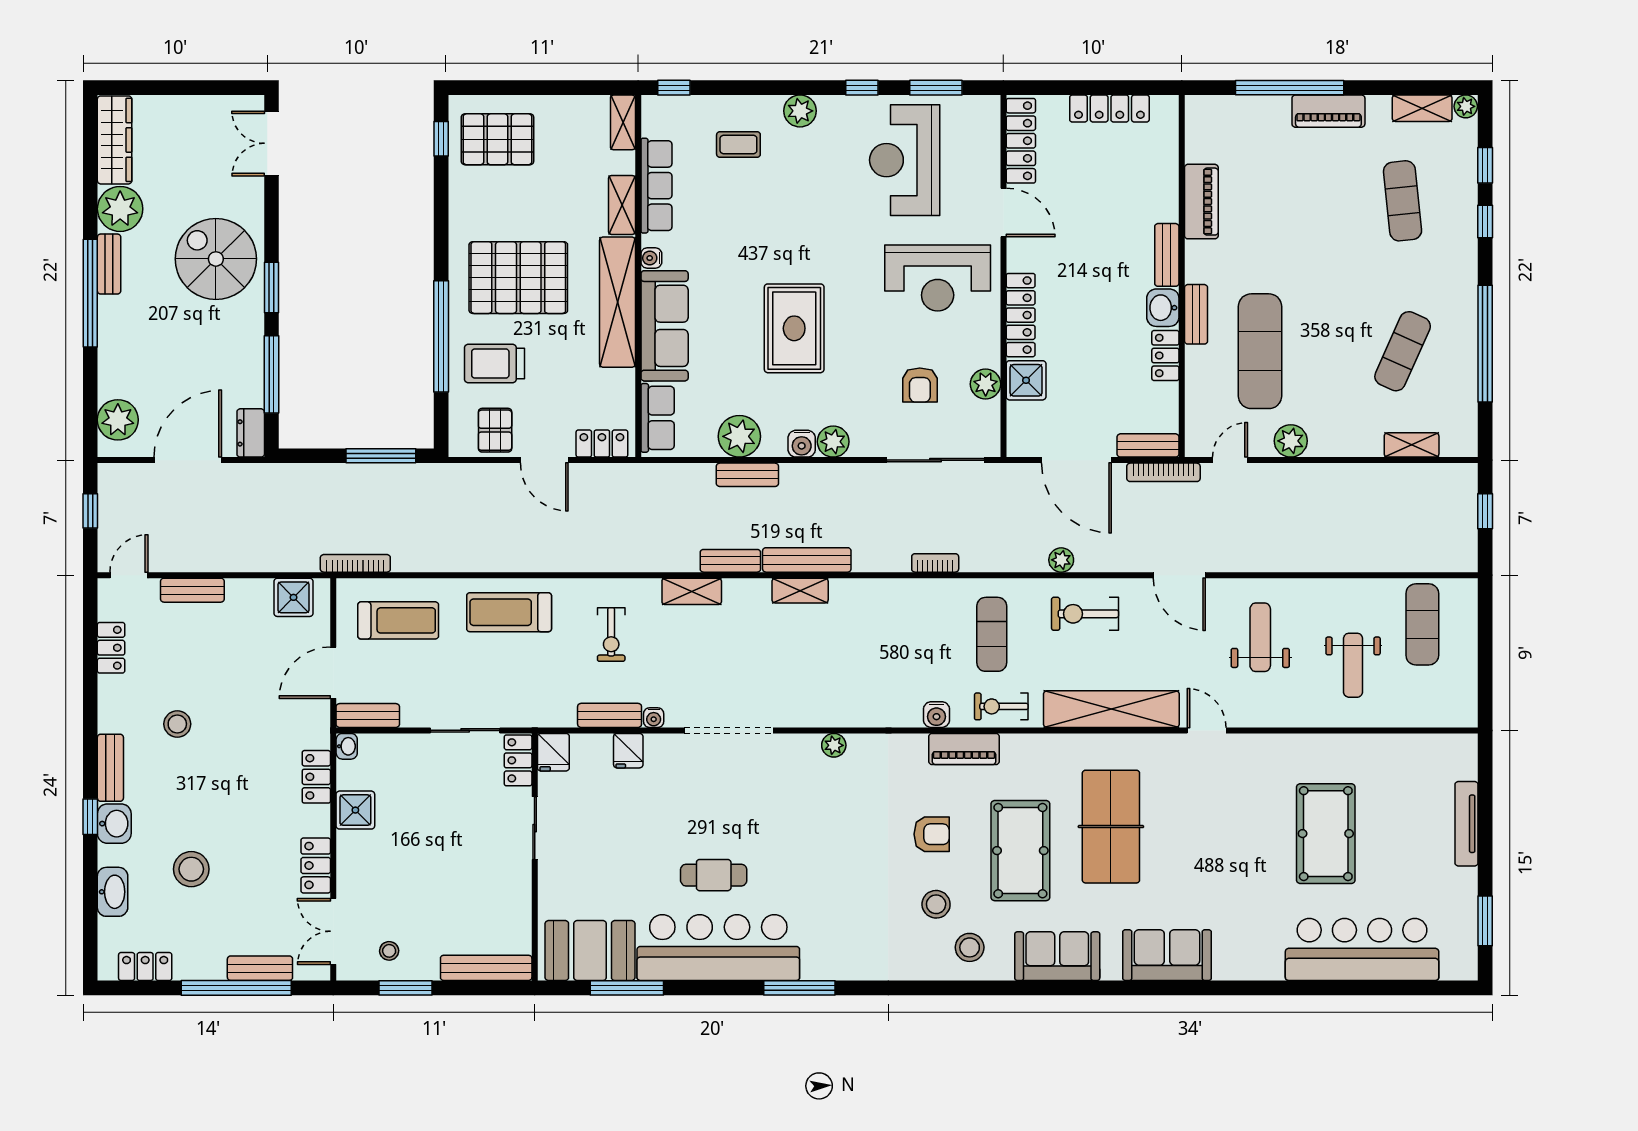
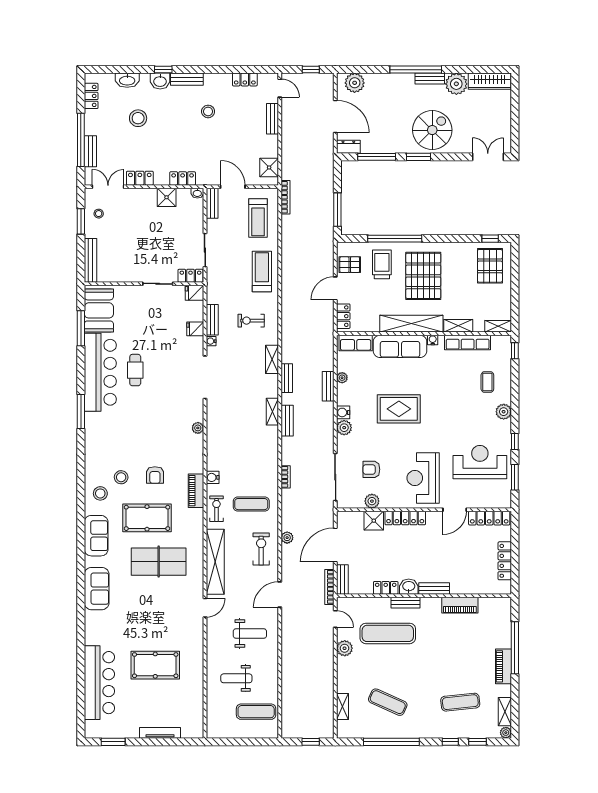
plant: (739, 436) -> (342, 378), width x0.53, depth x0.53
bench: (807, 560) -> (287, 421), width x0.73

